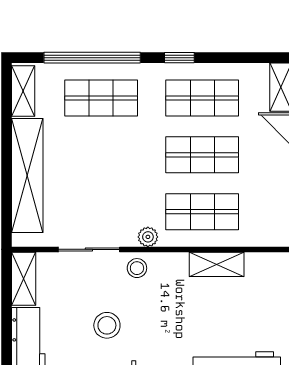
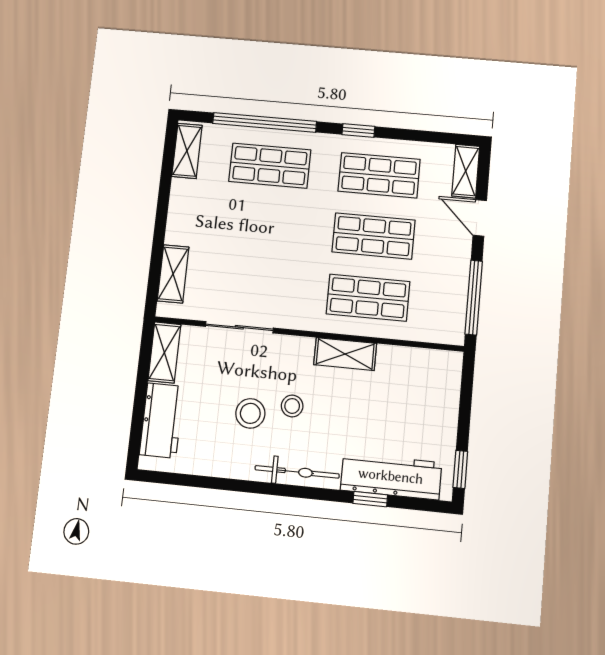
shelving: (27, 176) -> (173, 274), width x0.45, depth x0.75
plant: (148, 237) -> (306, 320), removed
shelving: (217, 264) -> (345, 354), moved
stool: (137, 268) -> (292, 406), moved

